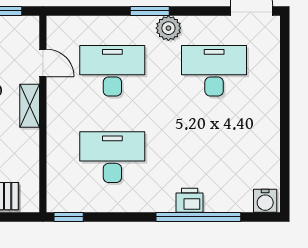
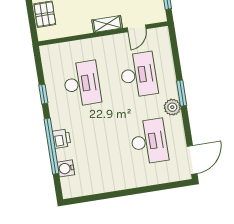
water cooler: (265, 201) -> (66, 168), moved
window: (69, 217) -> (43, 94), moved

